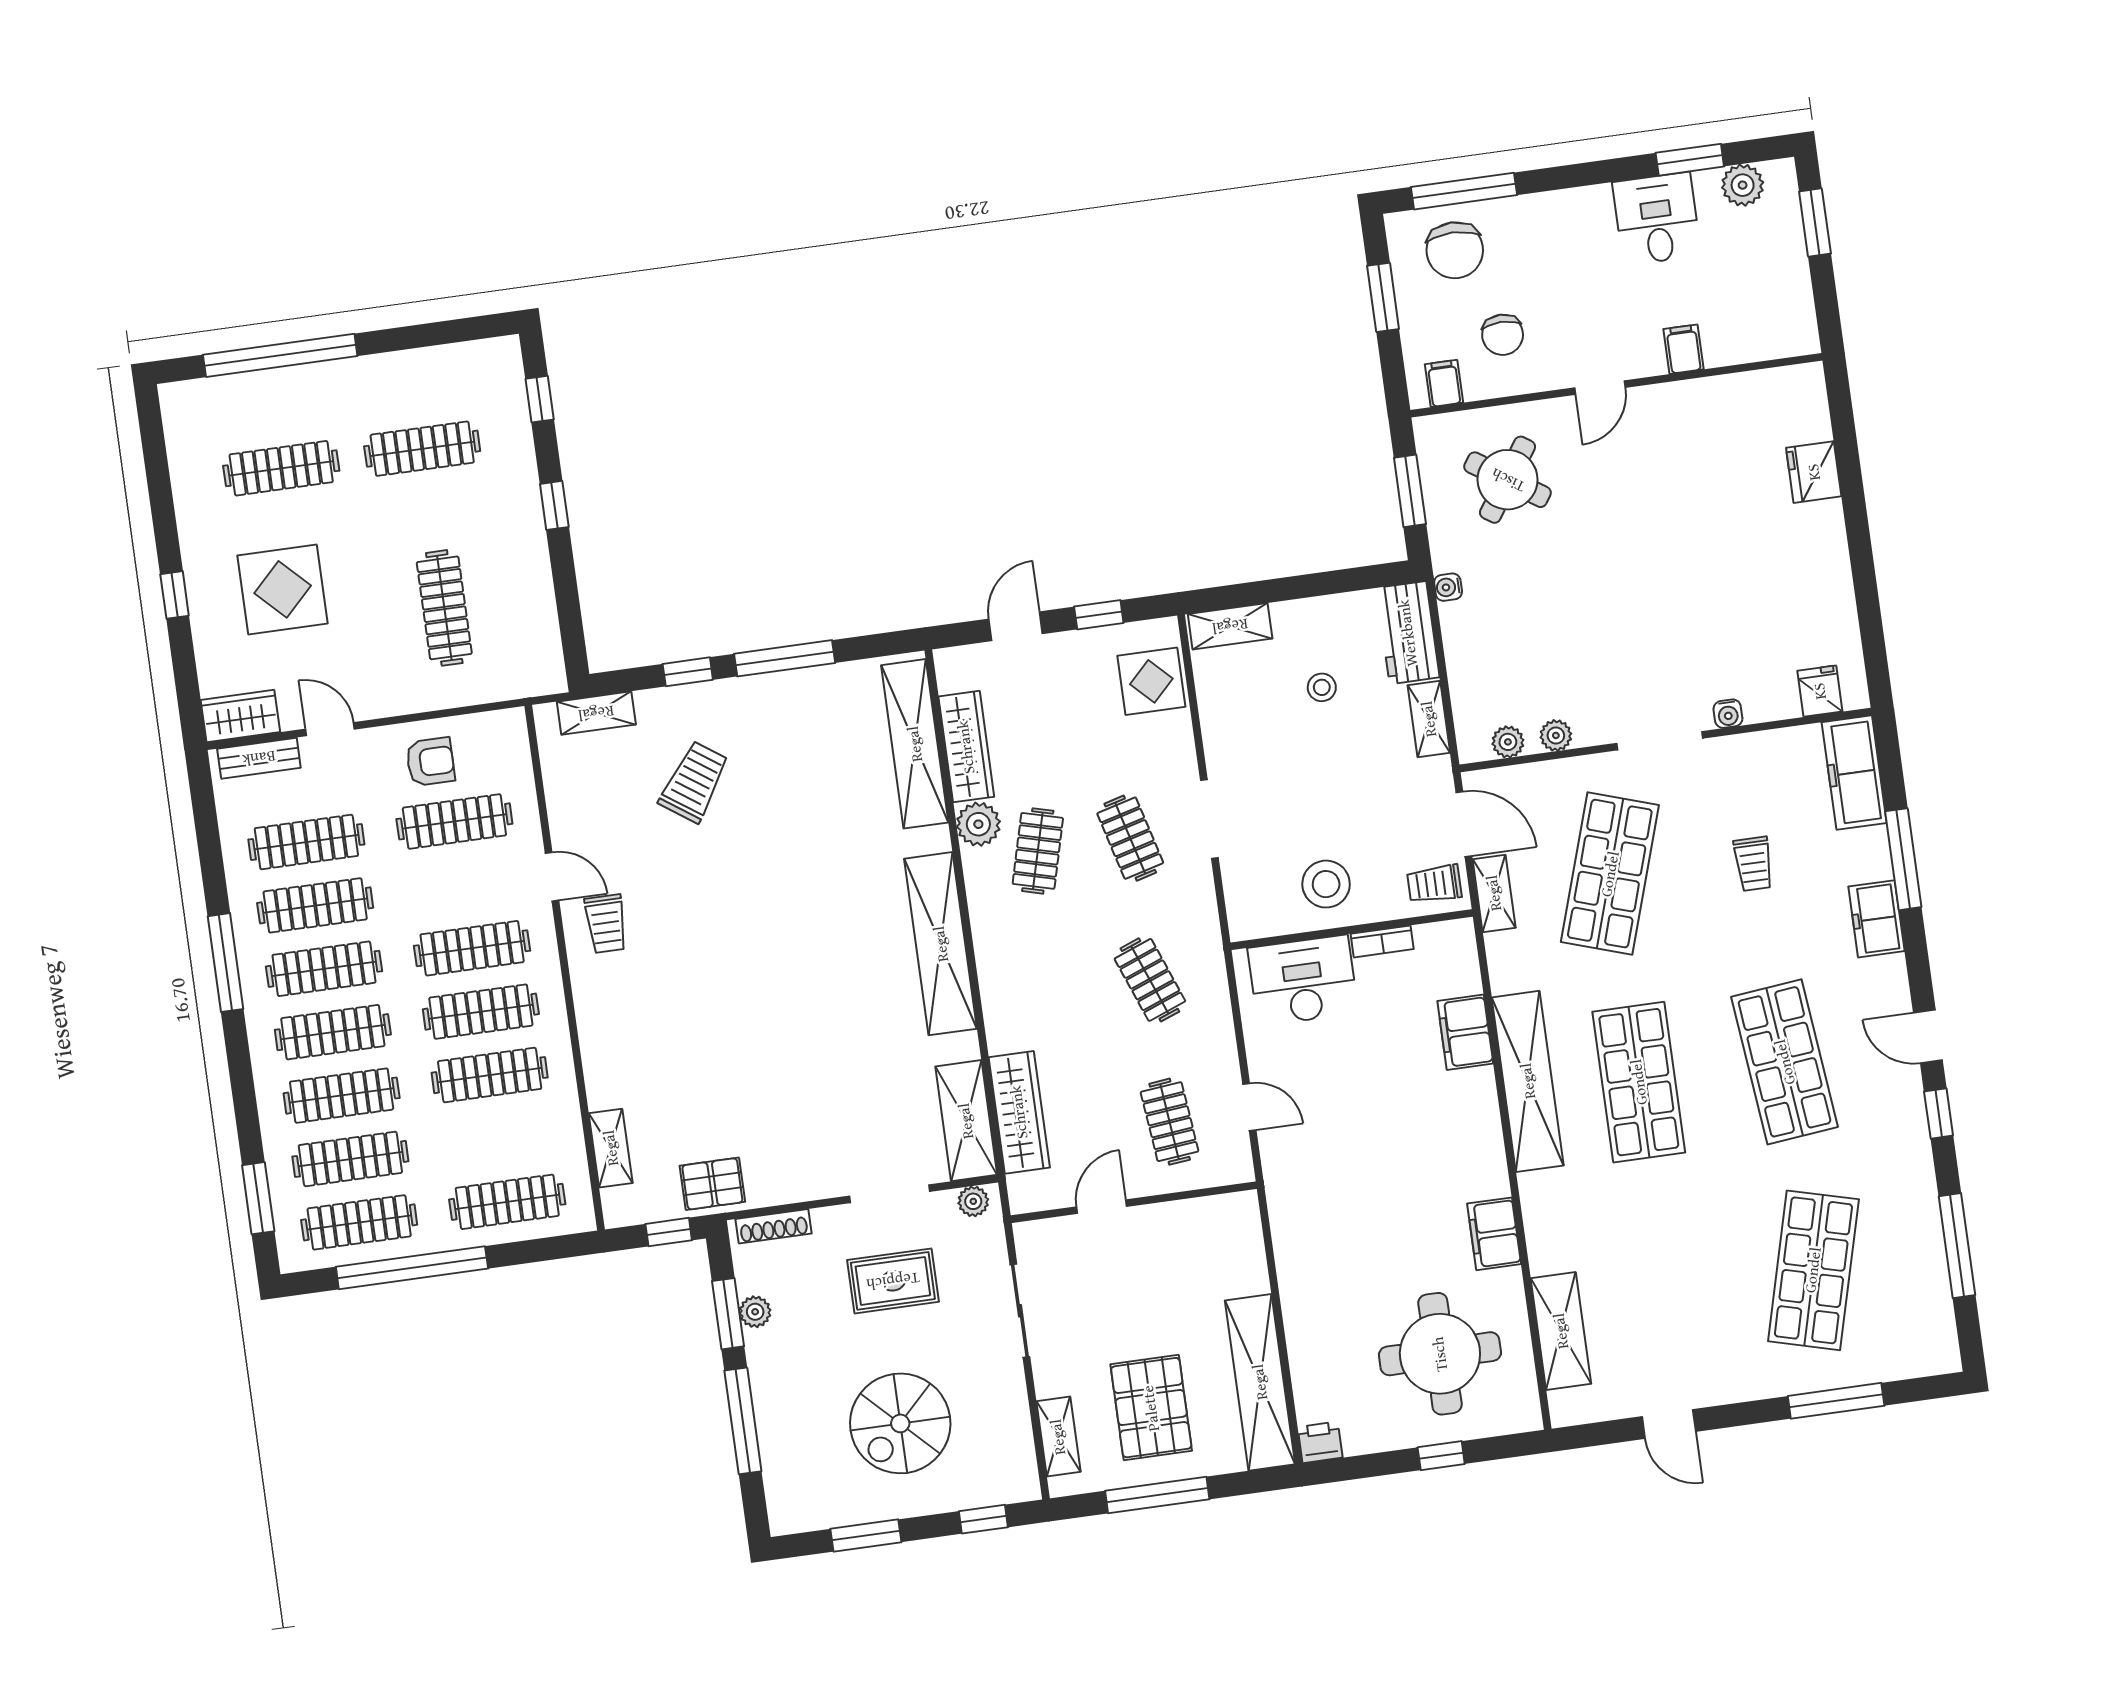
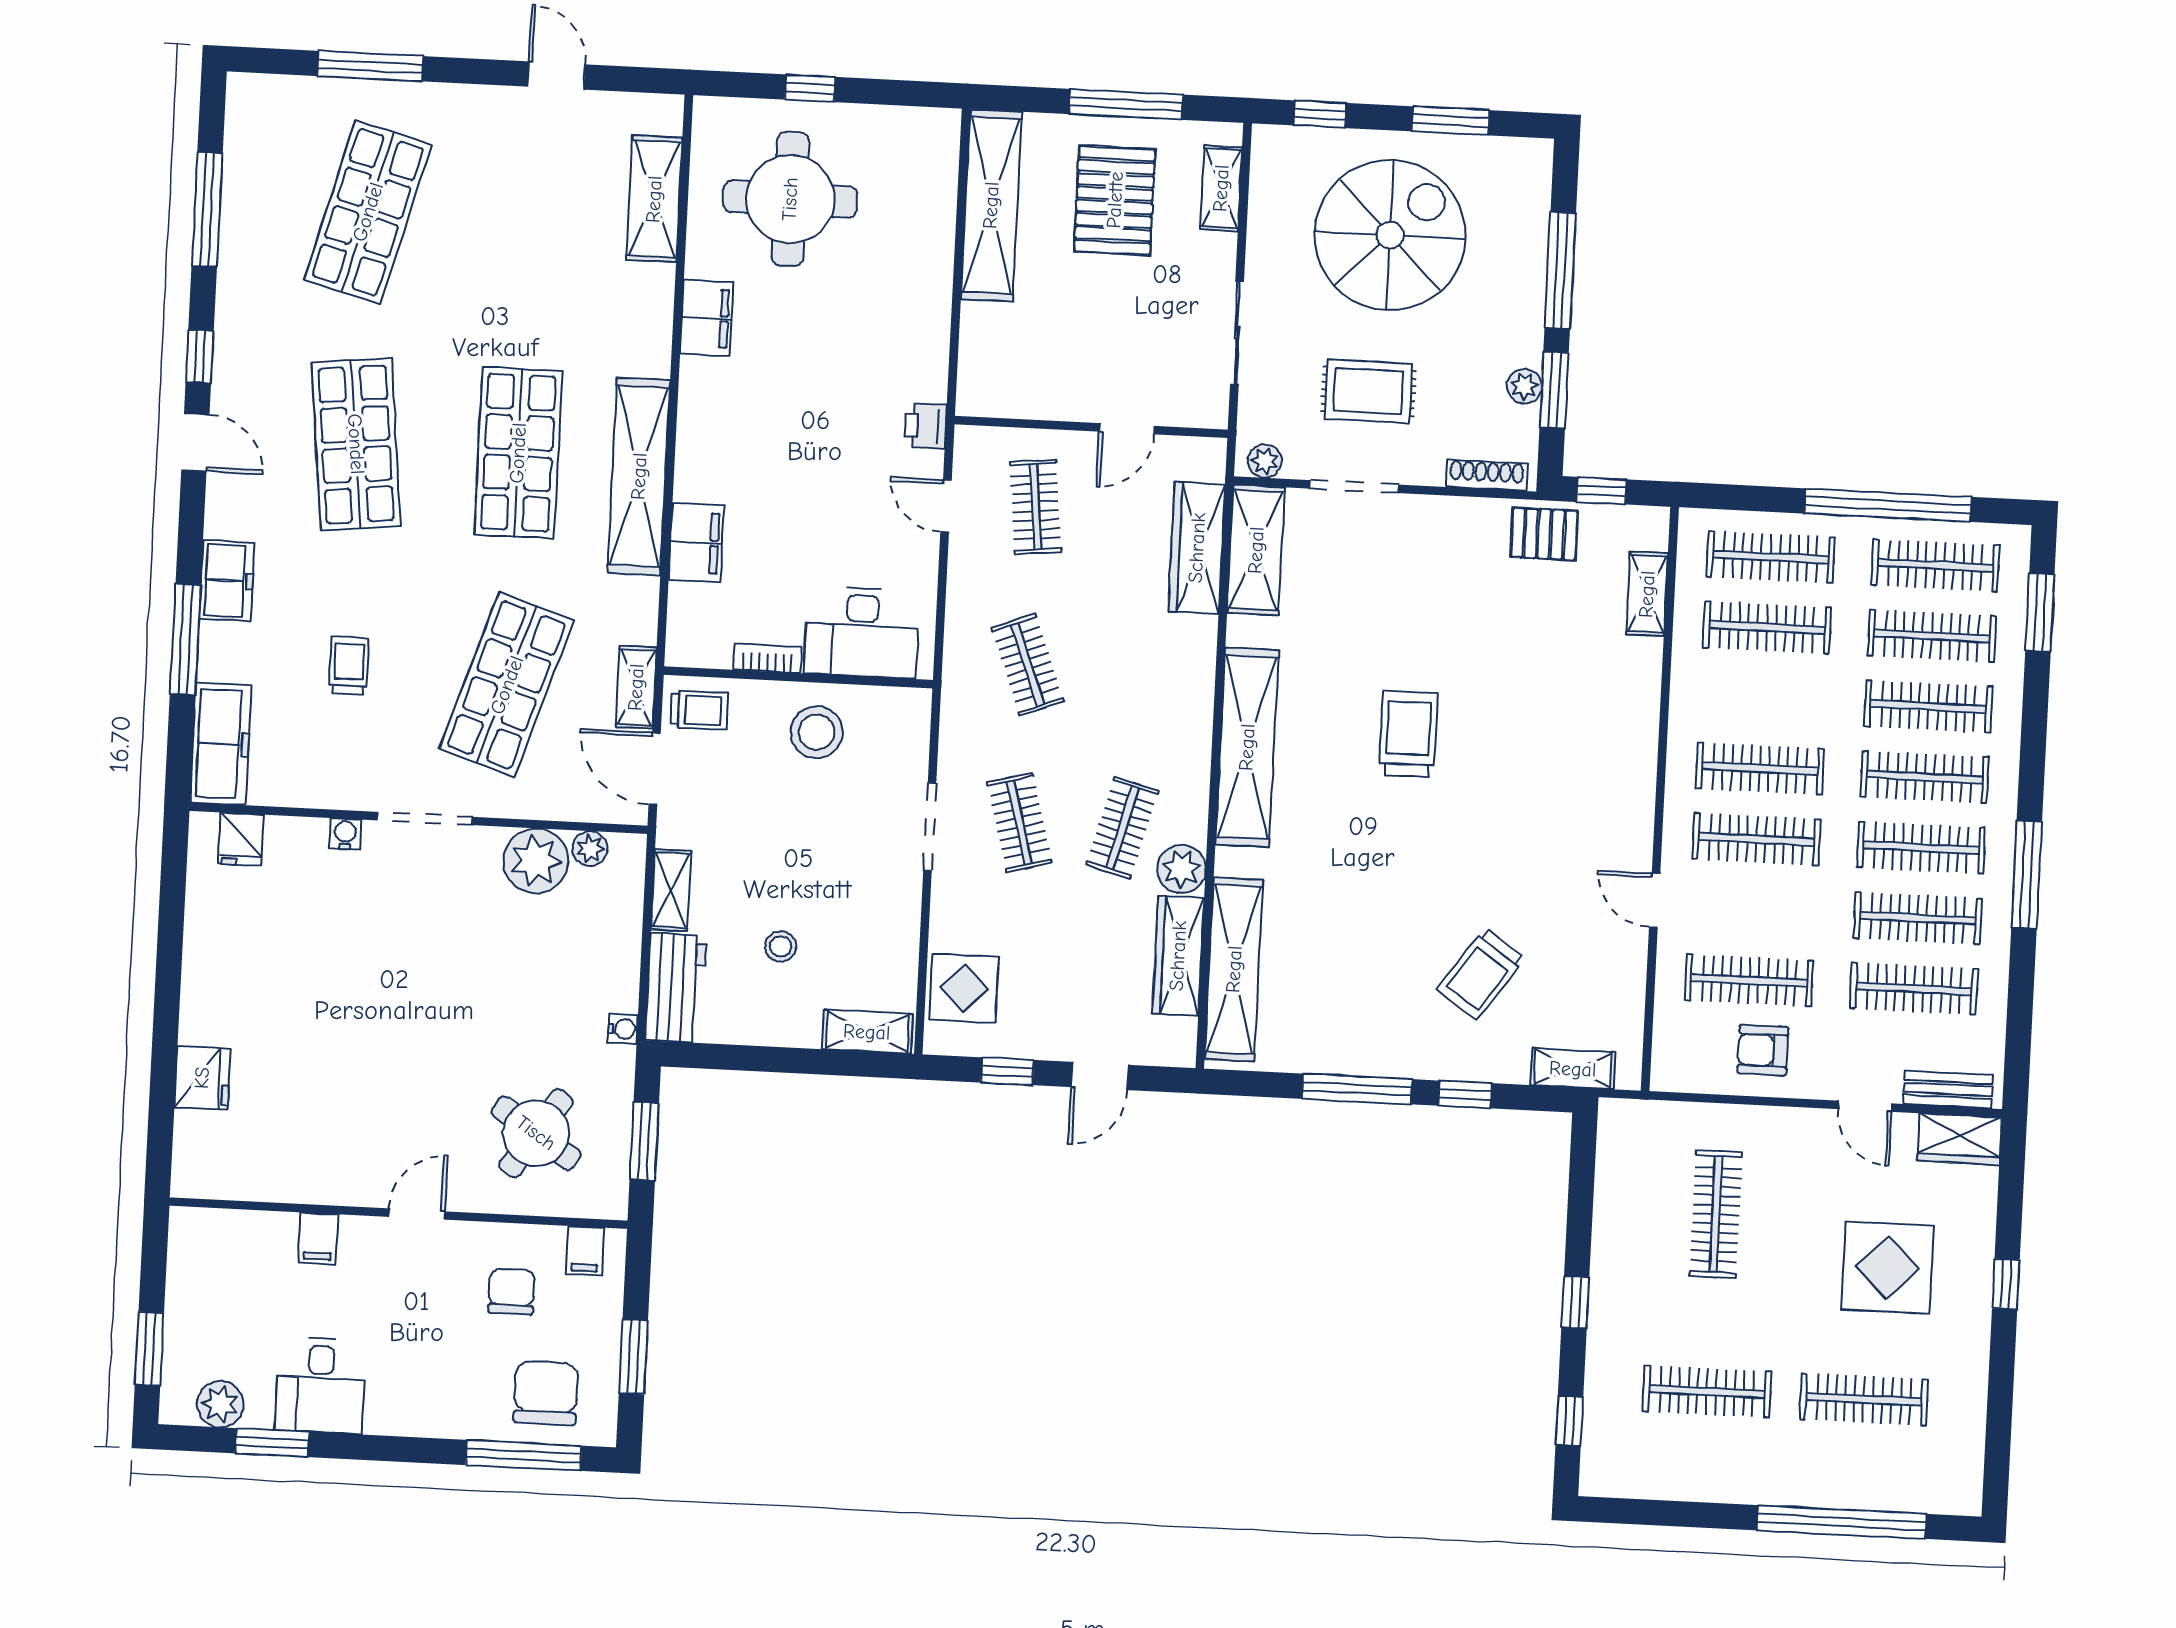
plant: (1556, 735) -> (536, 861), width x1.87, depth x1.87
trolley: (606, 924) -> (1408, 734), moved, width x1.36, depth x1.39
clothes rail: (490, 1075) -> (1767, 627), moved
spiral stairs: (900, 1423) -> (1390, 235), width x1.37, depth x1.37
printer: (1320, 1442) -> (926, 426), moved, turned 90

